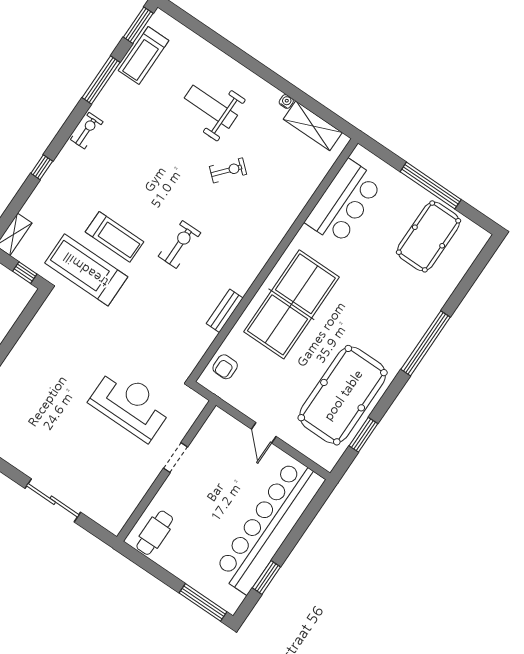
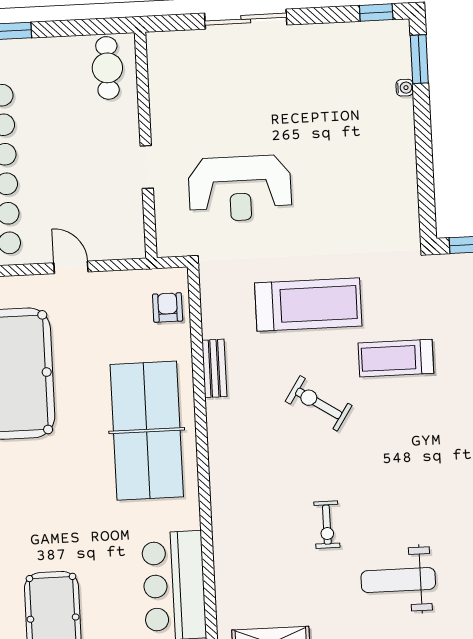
weight bench: (211, 107) -> (398, 580), turned 180
exercise bike: (228, 170) -> (327, 525), turned -41
exercise bike: (179, 245) -> (319, 403), turned 123
treadmill: (86, 270) -> (308, 304), moved

